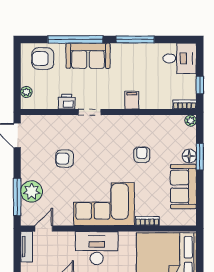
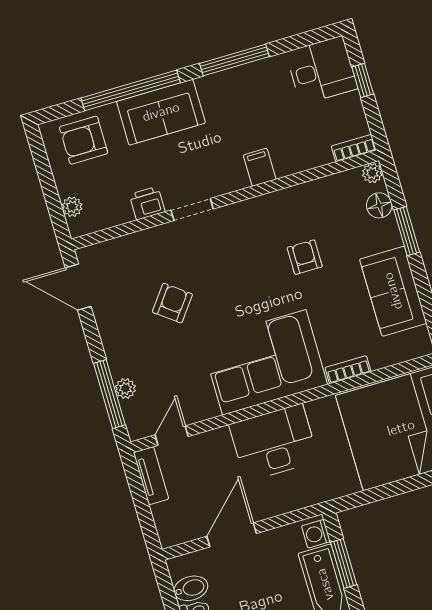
window: (200, 85) -> (363, 80), moved
floor lamp: (189, 156) -> (379, 205), moved
armchair: (65, 159) -> (172, 303), turned 127
plant: (32, 191) -> (125, 388), width x0.53, depth x0.53

